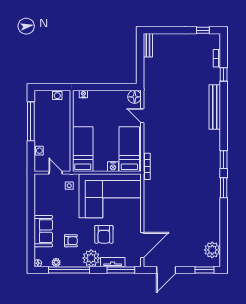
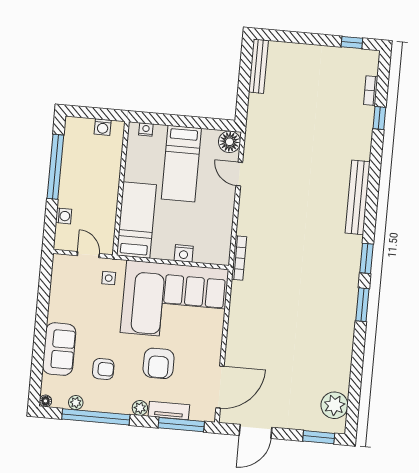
bench: (148, 45) -> (258, 66), width x1.36
bench: (215, 107) -> (358, 197), moved
bed: (129, 149) -> (181, 164), moved, turned 180
plant: (91, 258) -> (140, 408), width x0.53, depth x0.53

